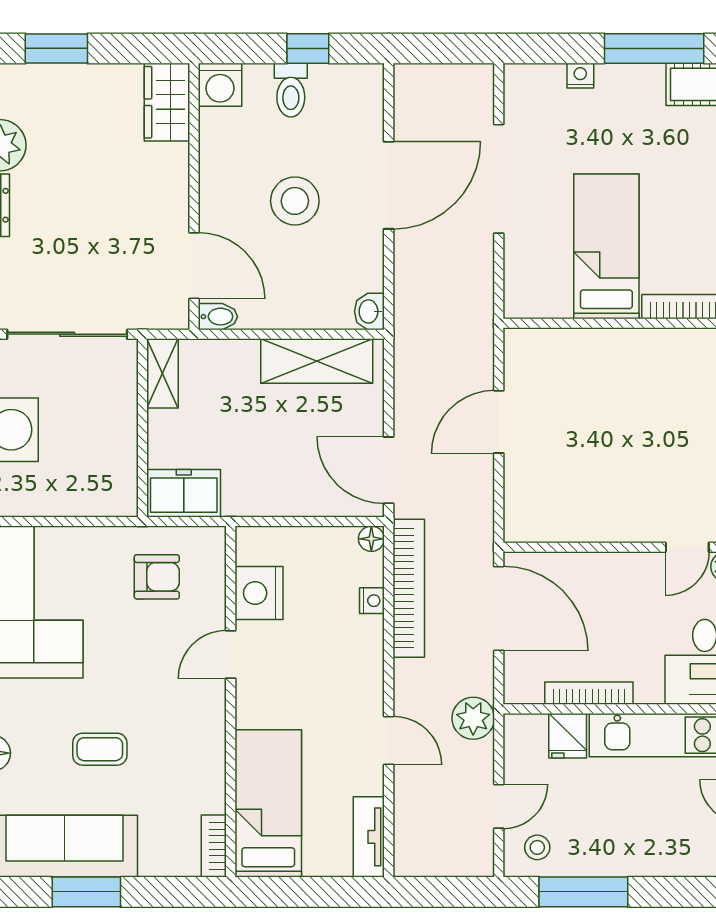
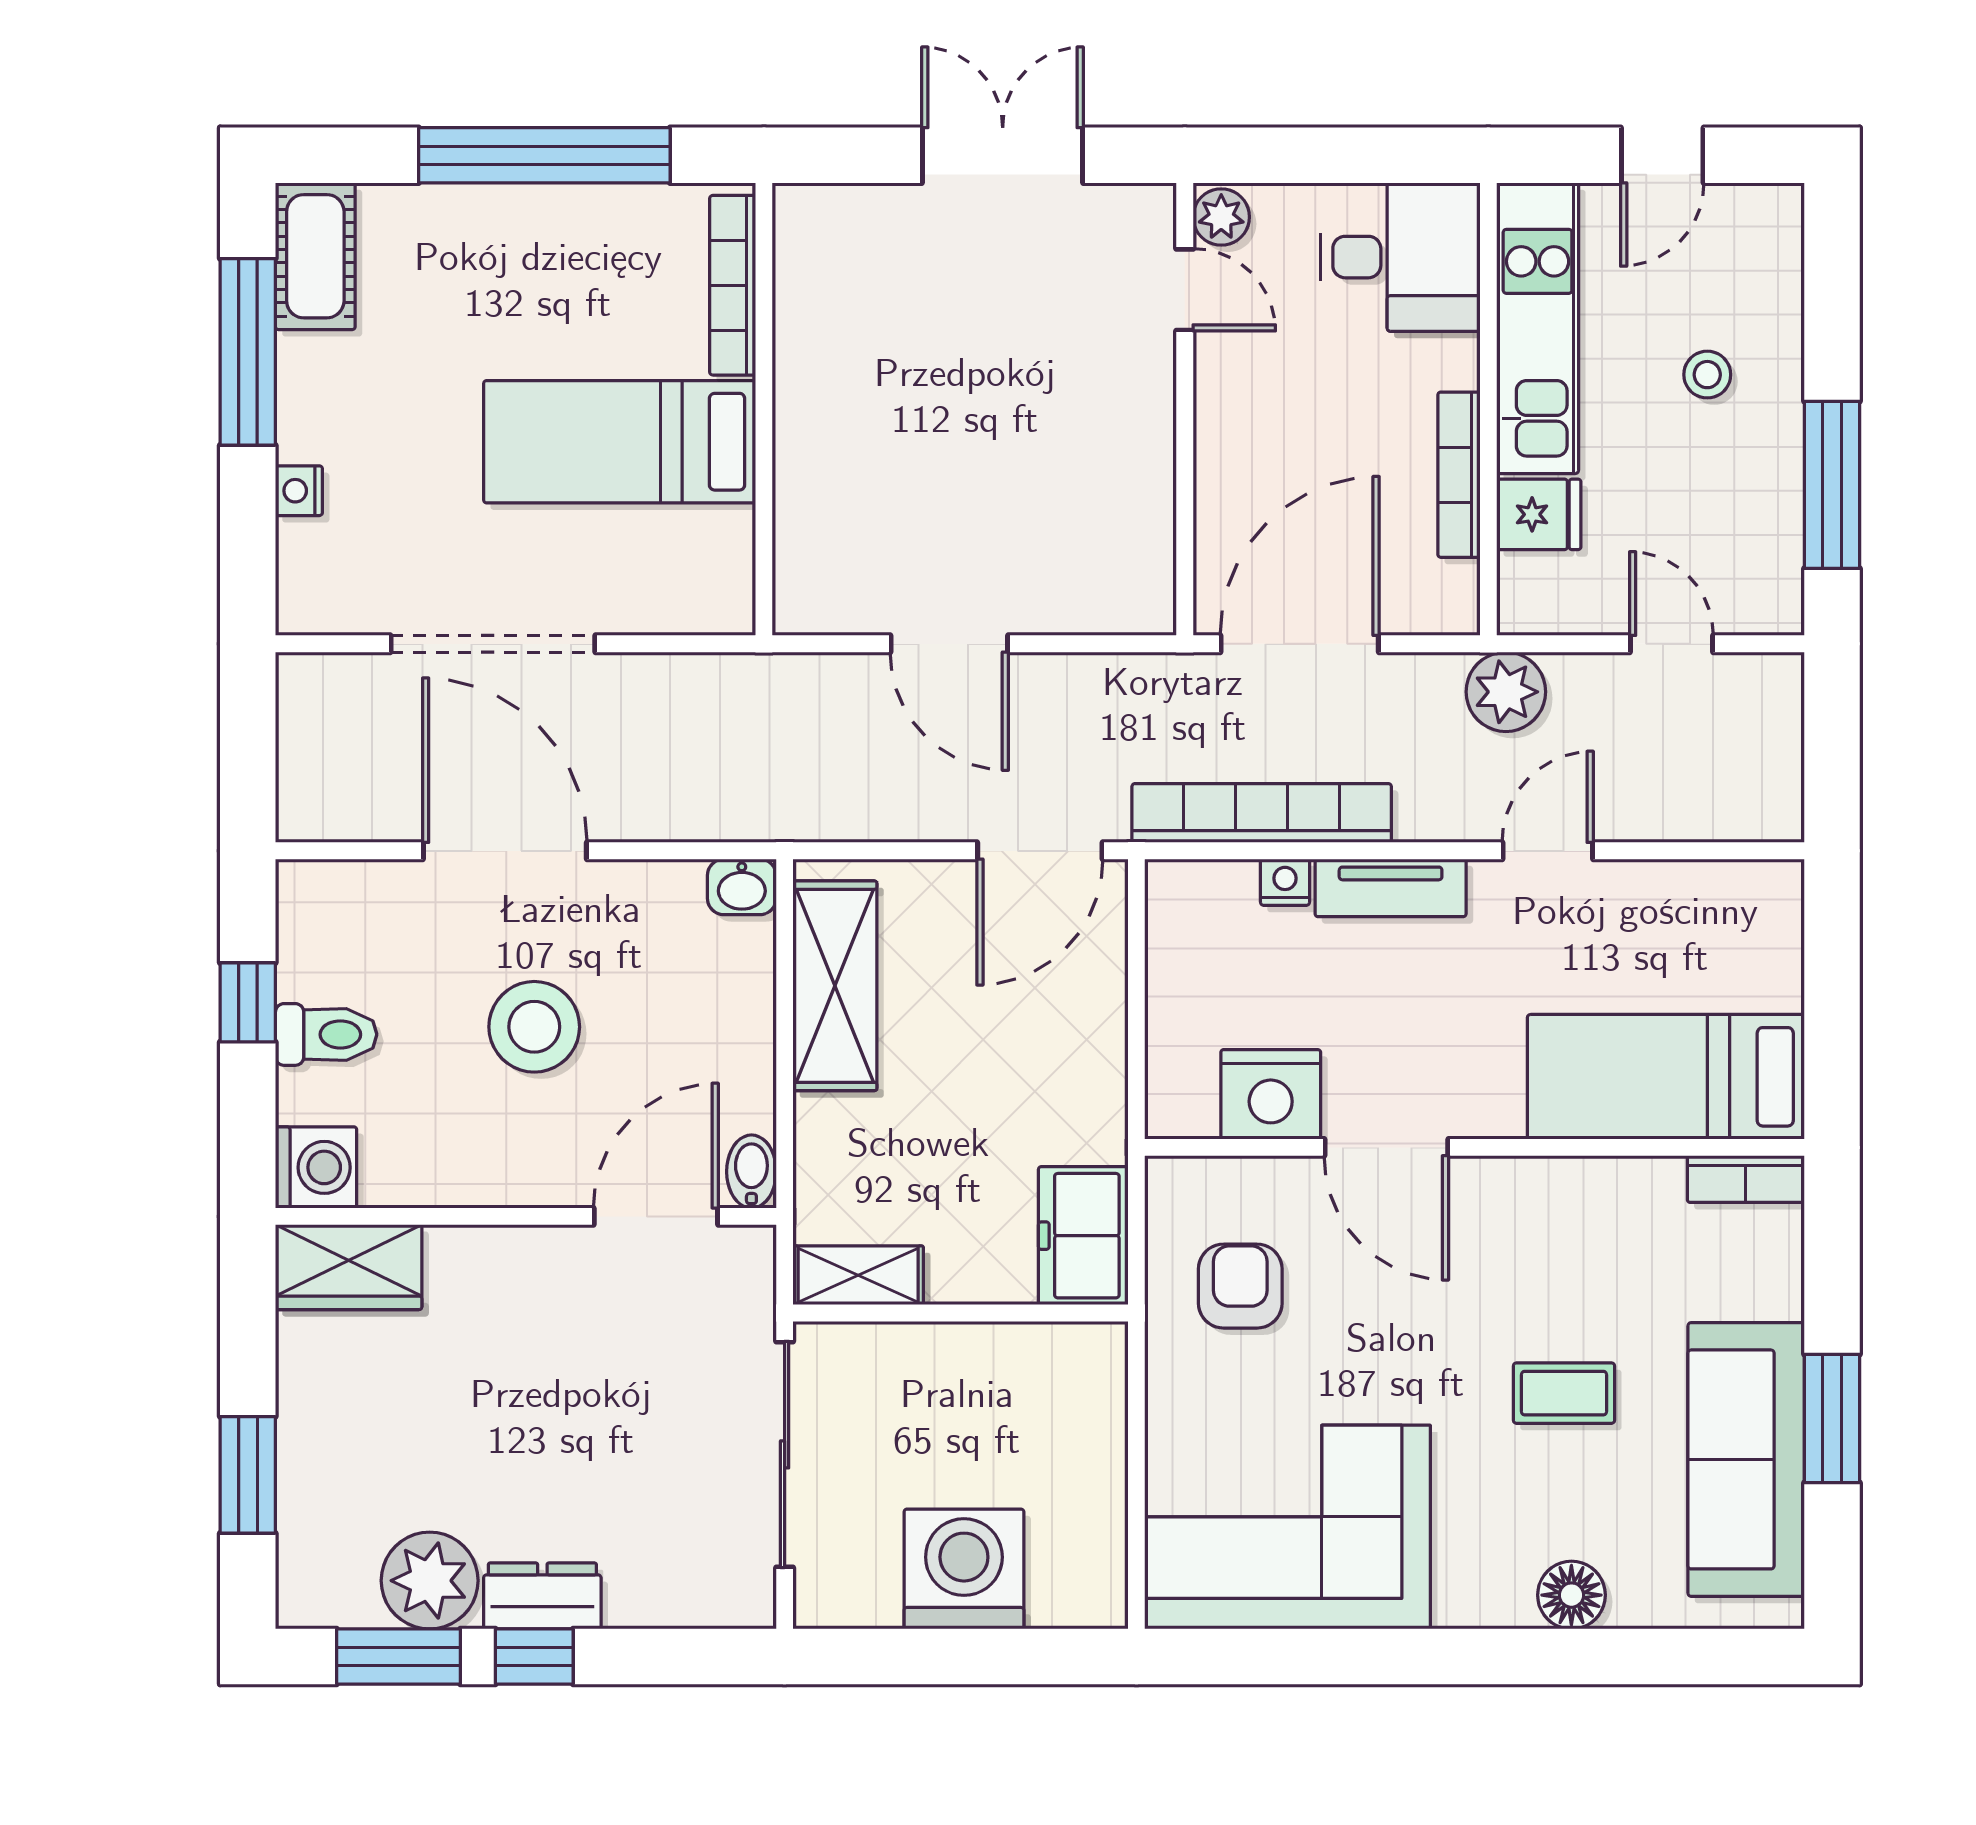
floor lamp: (371, 539) -> (1169, 883), removed
door: (231, 655) -> (1386, 1147), width x1.38
coffee table: (100, 749) -> (1564, 1393), turned 90
tv unit: (369, 837) -> (1391, 888), moved
stool: (537, 847) -> (1707, 375), moved

